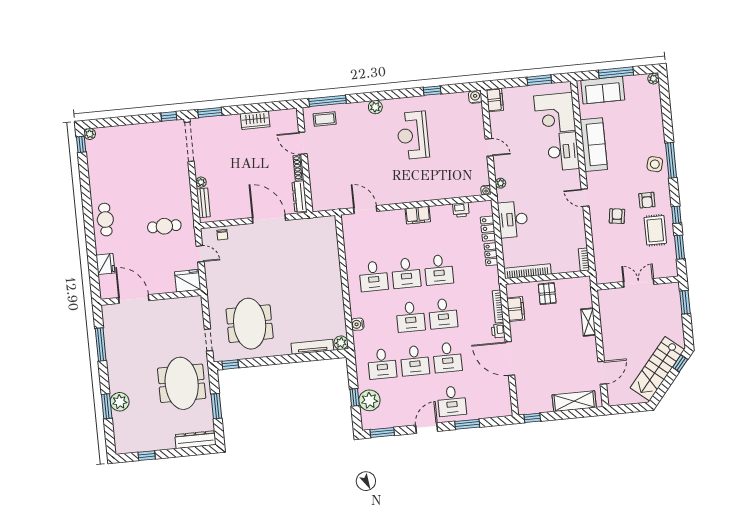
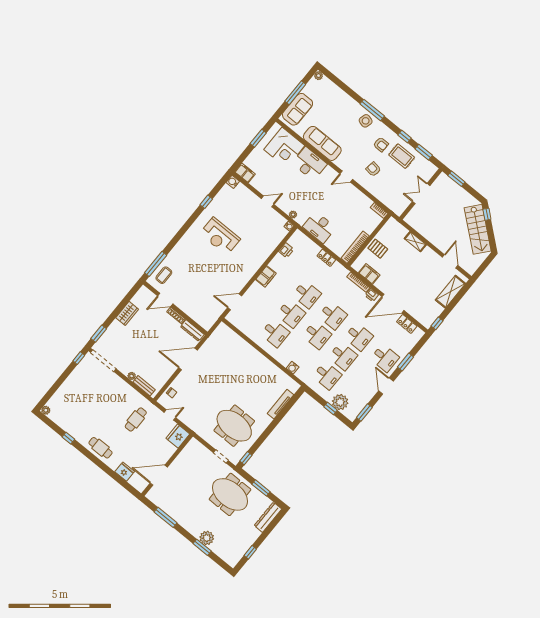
plant: (375, 107) -> (185, 241), removed
window: (81, 144) -> (68, 438), moved
locker: (488, 229) -> (407, 324), moved
plant: (341, 343) -> (294, 387), removed

